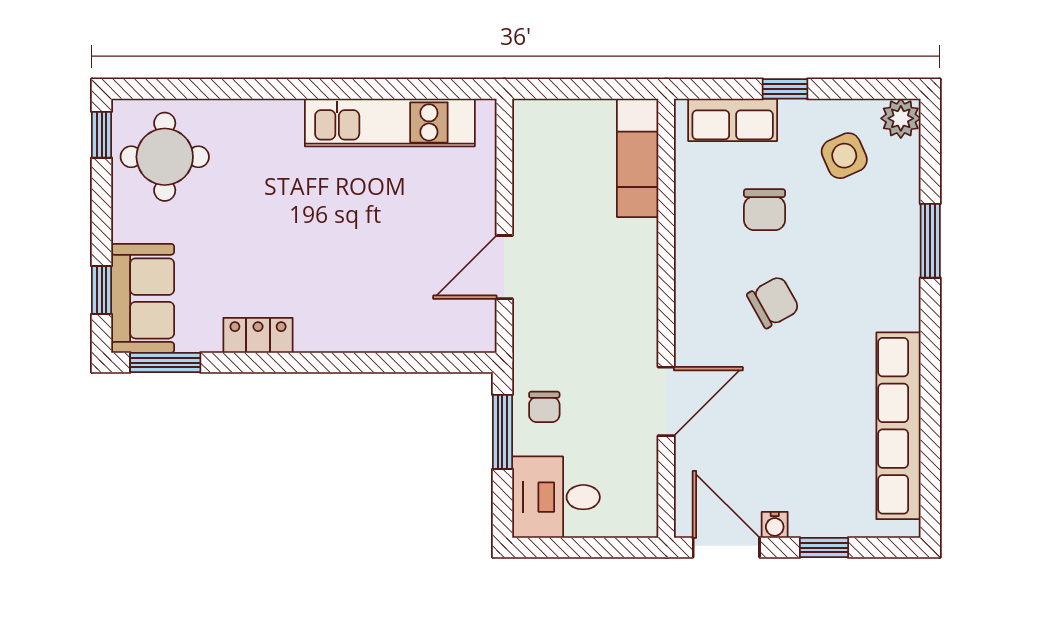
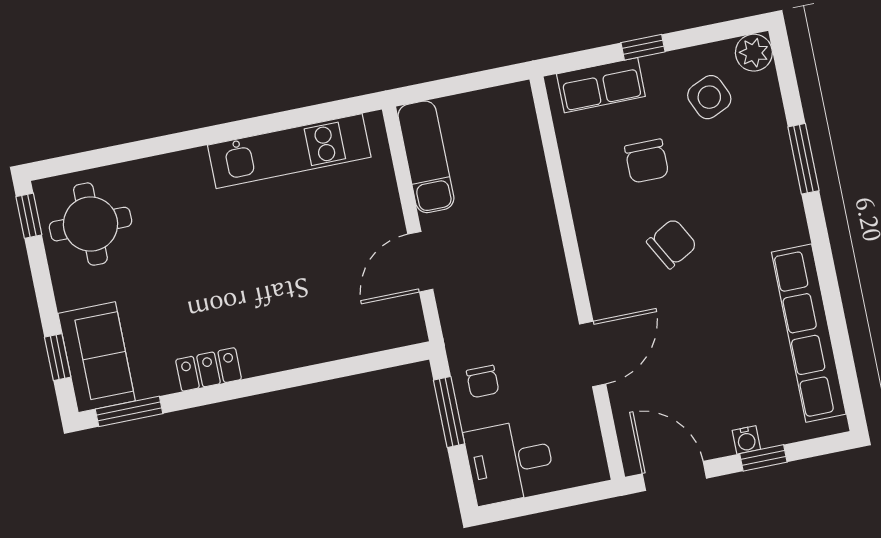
exam couch: (638, 158) -> (426, 157), moved, turned 180
water cooler: (775, 525) -> (746, 440), moved

